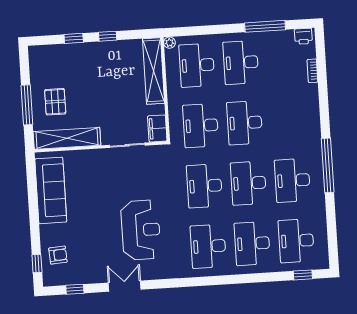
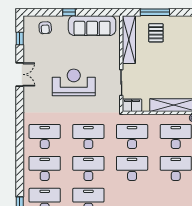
pallet: (55, 102) -> (156, 33), turned 90
reception desk: (141, 230) -> (74, 82), moved, turned 180
window: (37, 264) -> (69, 12), moved

